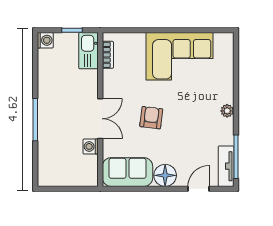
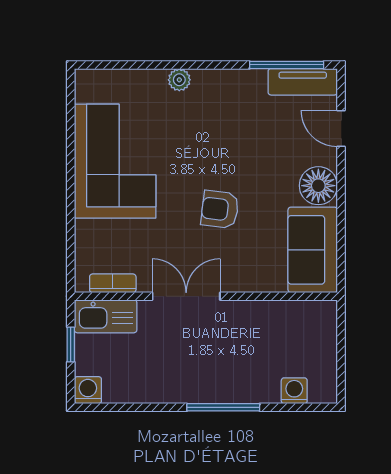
plant: (227, 111) -> (179, 80), moved
double door: (100, 119) -> (186, 296), moved
washing machine: (91, 146) -> (294, 391), moved, turned 180

